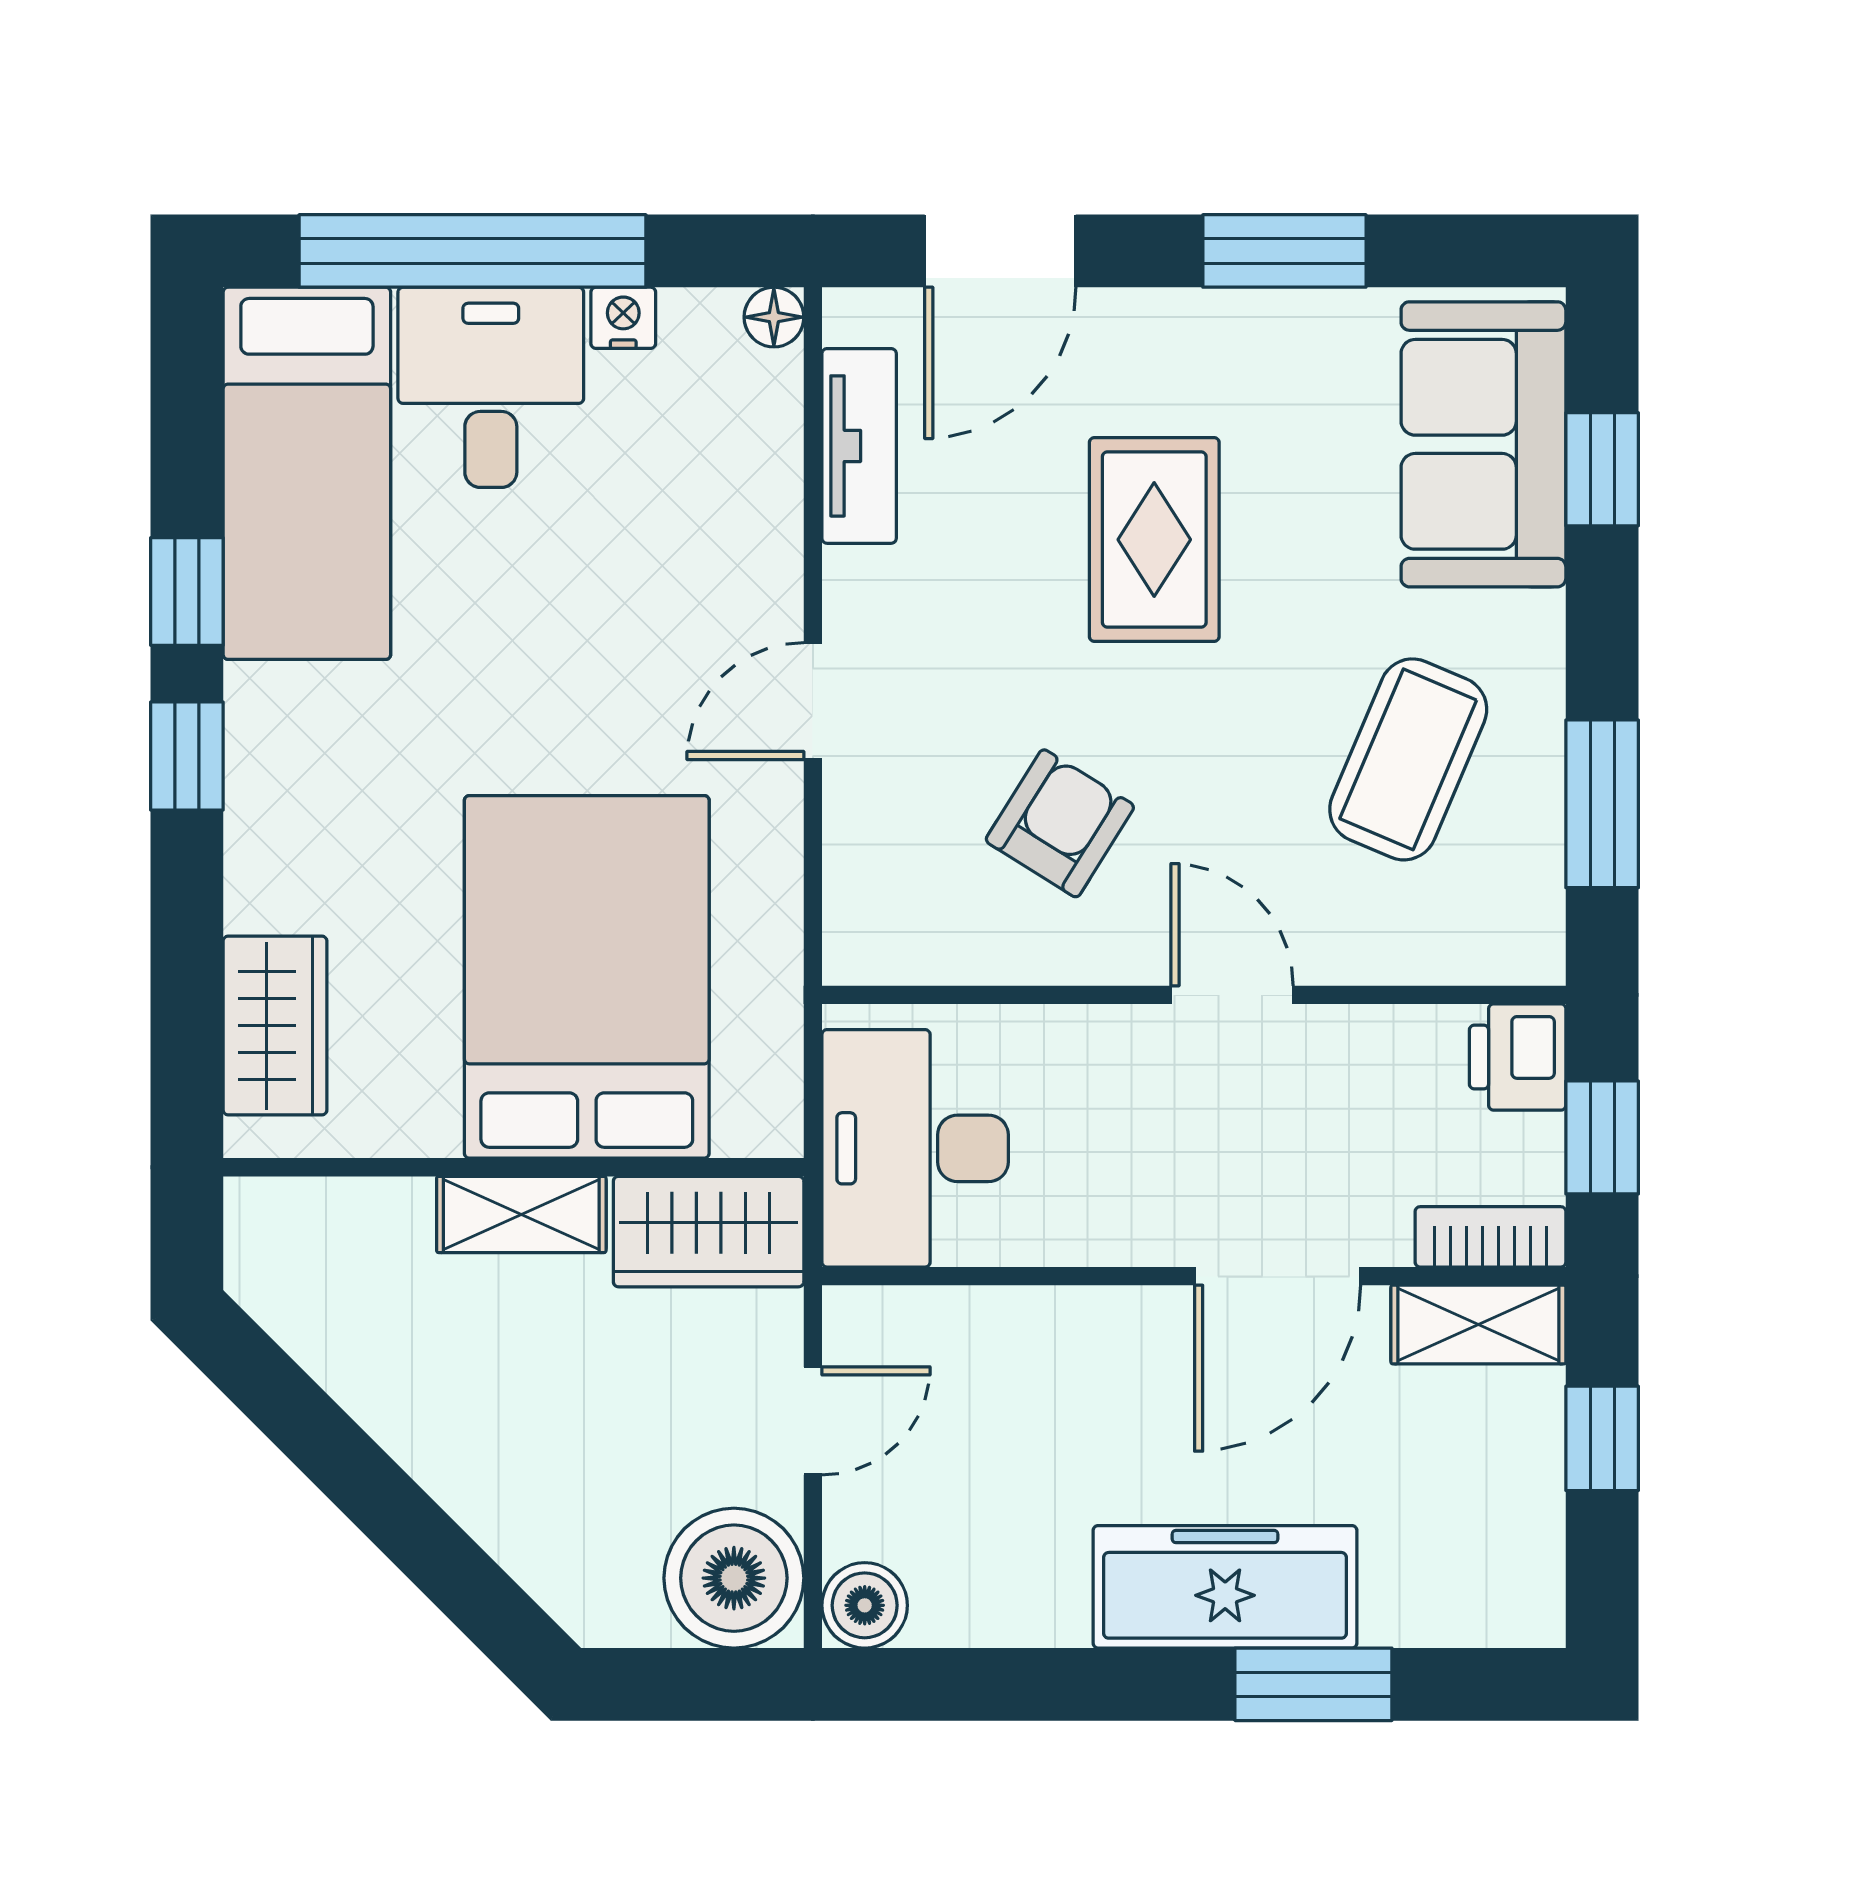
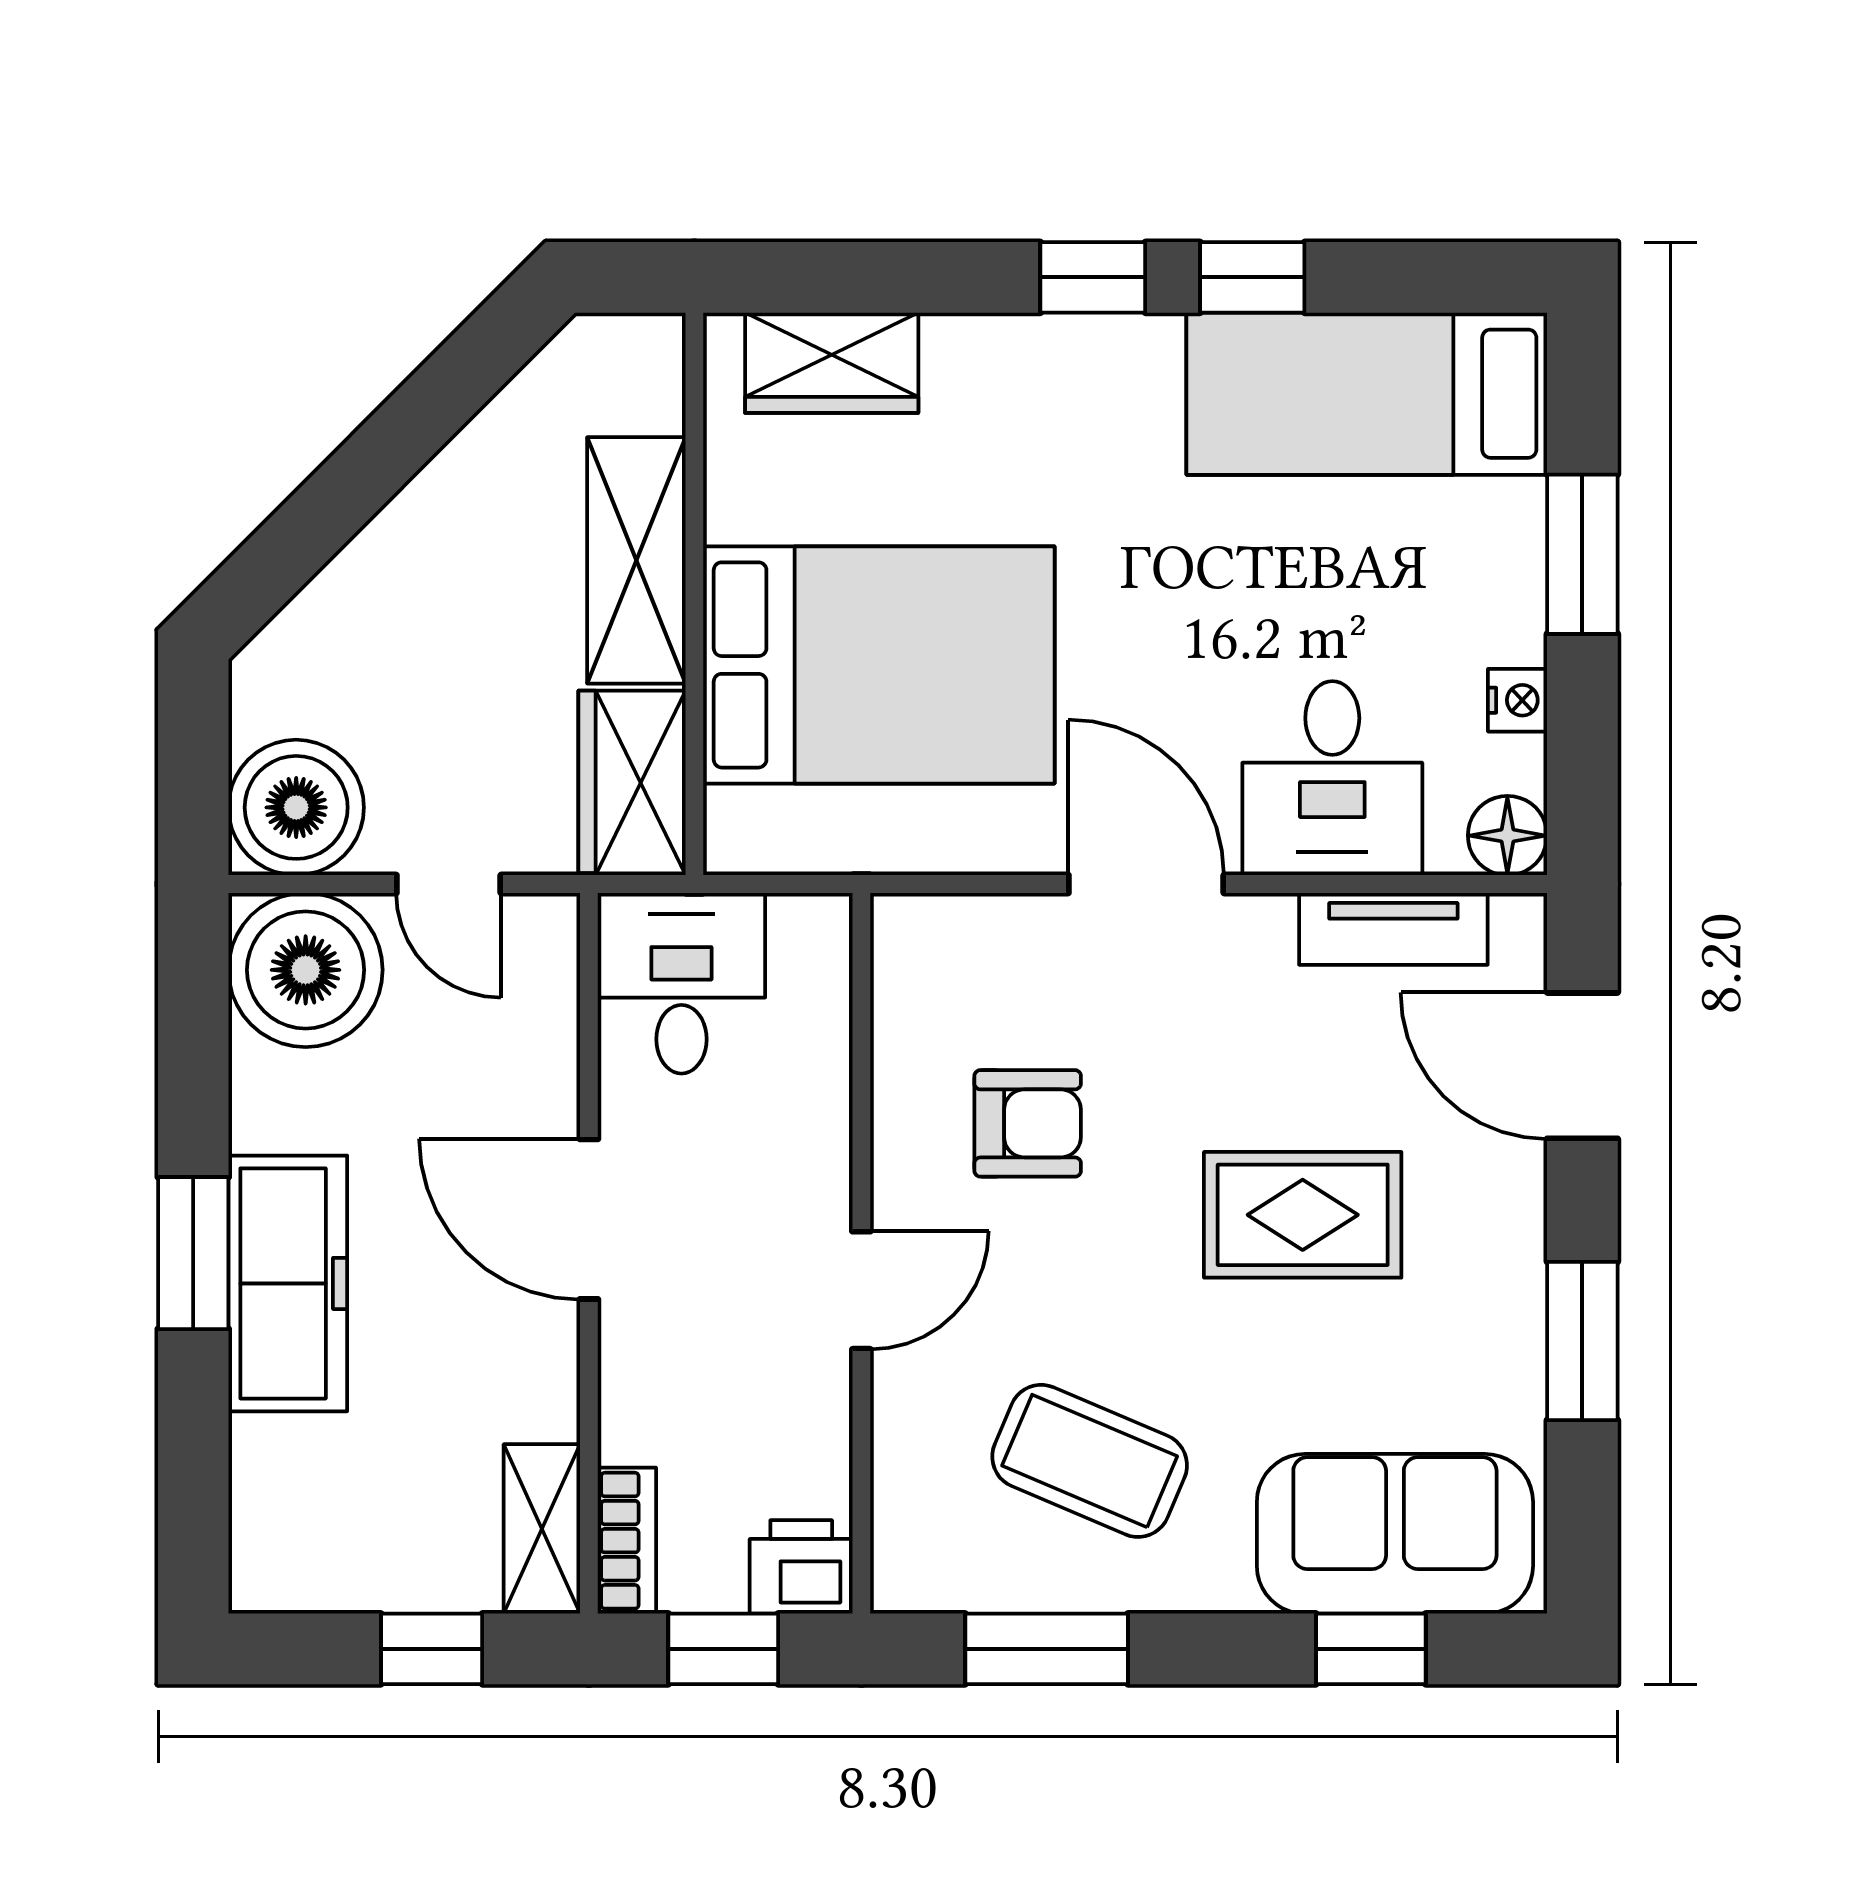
window: (473, 251) -> (1582, 554), width x0.47
floor lamp: (774, 317) -> (1507, 836), width x1.37, depth x1.37
desk: (491, 387) -> (1332, 778), moved, turned 90
door: (813, 701) -> (1146, 884), width x1.38
armchair: (1060, 823) -> (1028, 1123), turned -32
desk: (915, 1148) -> (681, 983), width x0.73
shelving: (521, 1214) -> (636, 560), width x1.50, depth x1.33
door: (1278, 1276) -> (589, 1219), moved
boiler: (865, 1605) -> (306, 970), width x1.86, depth x1.86
window: (1313, 1684) -> (193, 1253), moved

